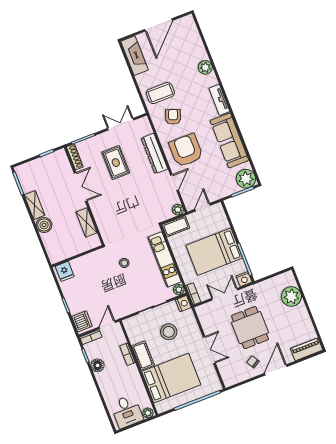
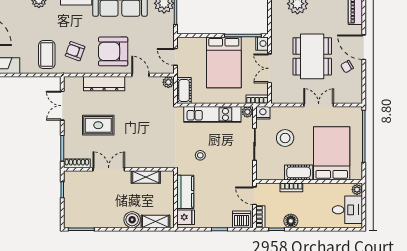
shelving: (35, 205) -> (155, 221), moved
kitchen counter: (87, 262) -> (185, 192), added
dining table: (250, 328) -> (312, 56), width x1.38

